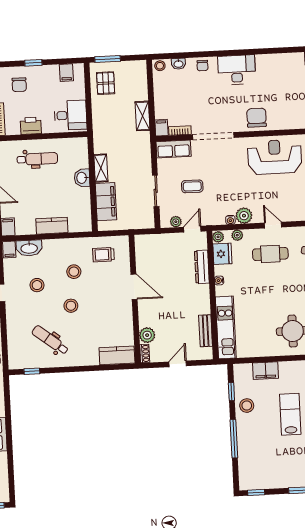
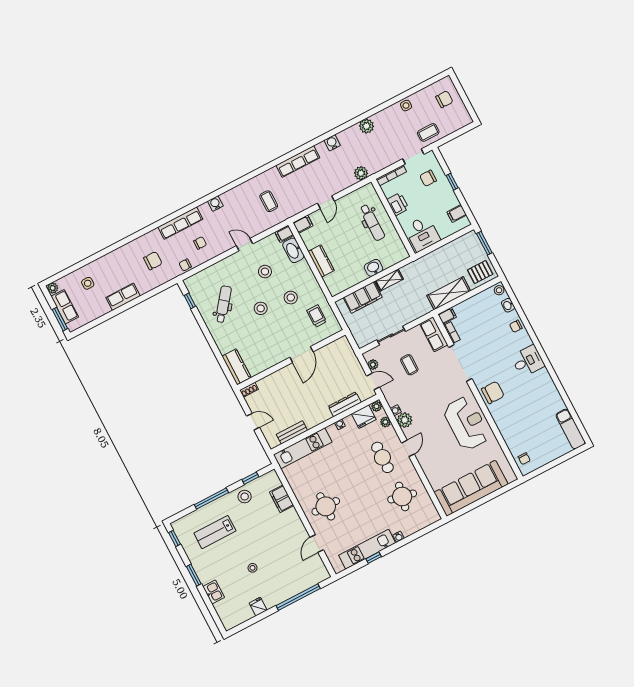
desk: (237, 70) -> (528, 361), width x0.73
pallet: (106, 83) -> (480, 272), moved
shelving: (143, 116) -> (449, 293), width x1.50, depth x1.33
plant: (147, 335) -> (265, 385), removed
lab bench: (290, 414) -> (215, 532), moved, turned 180

